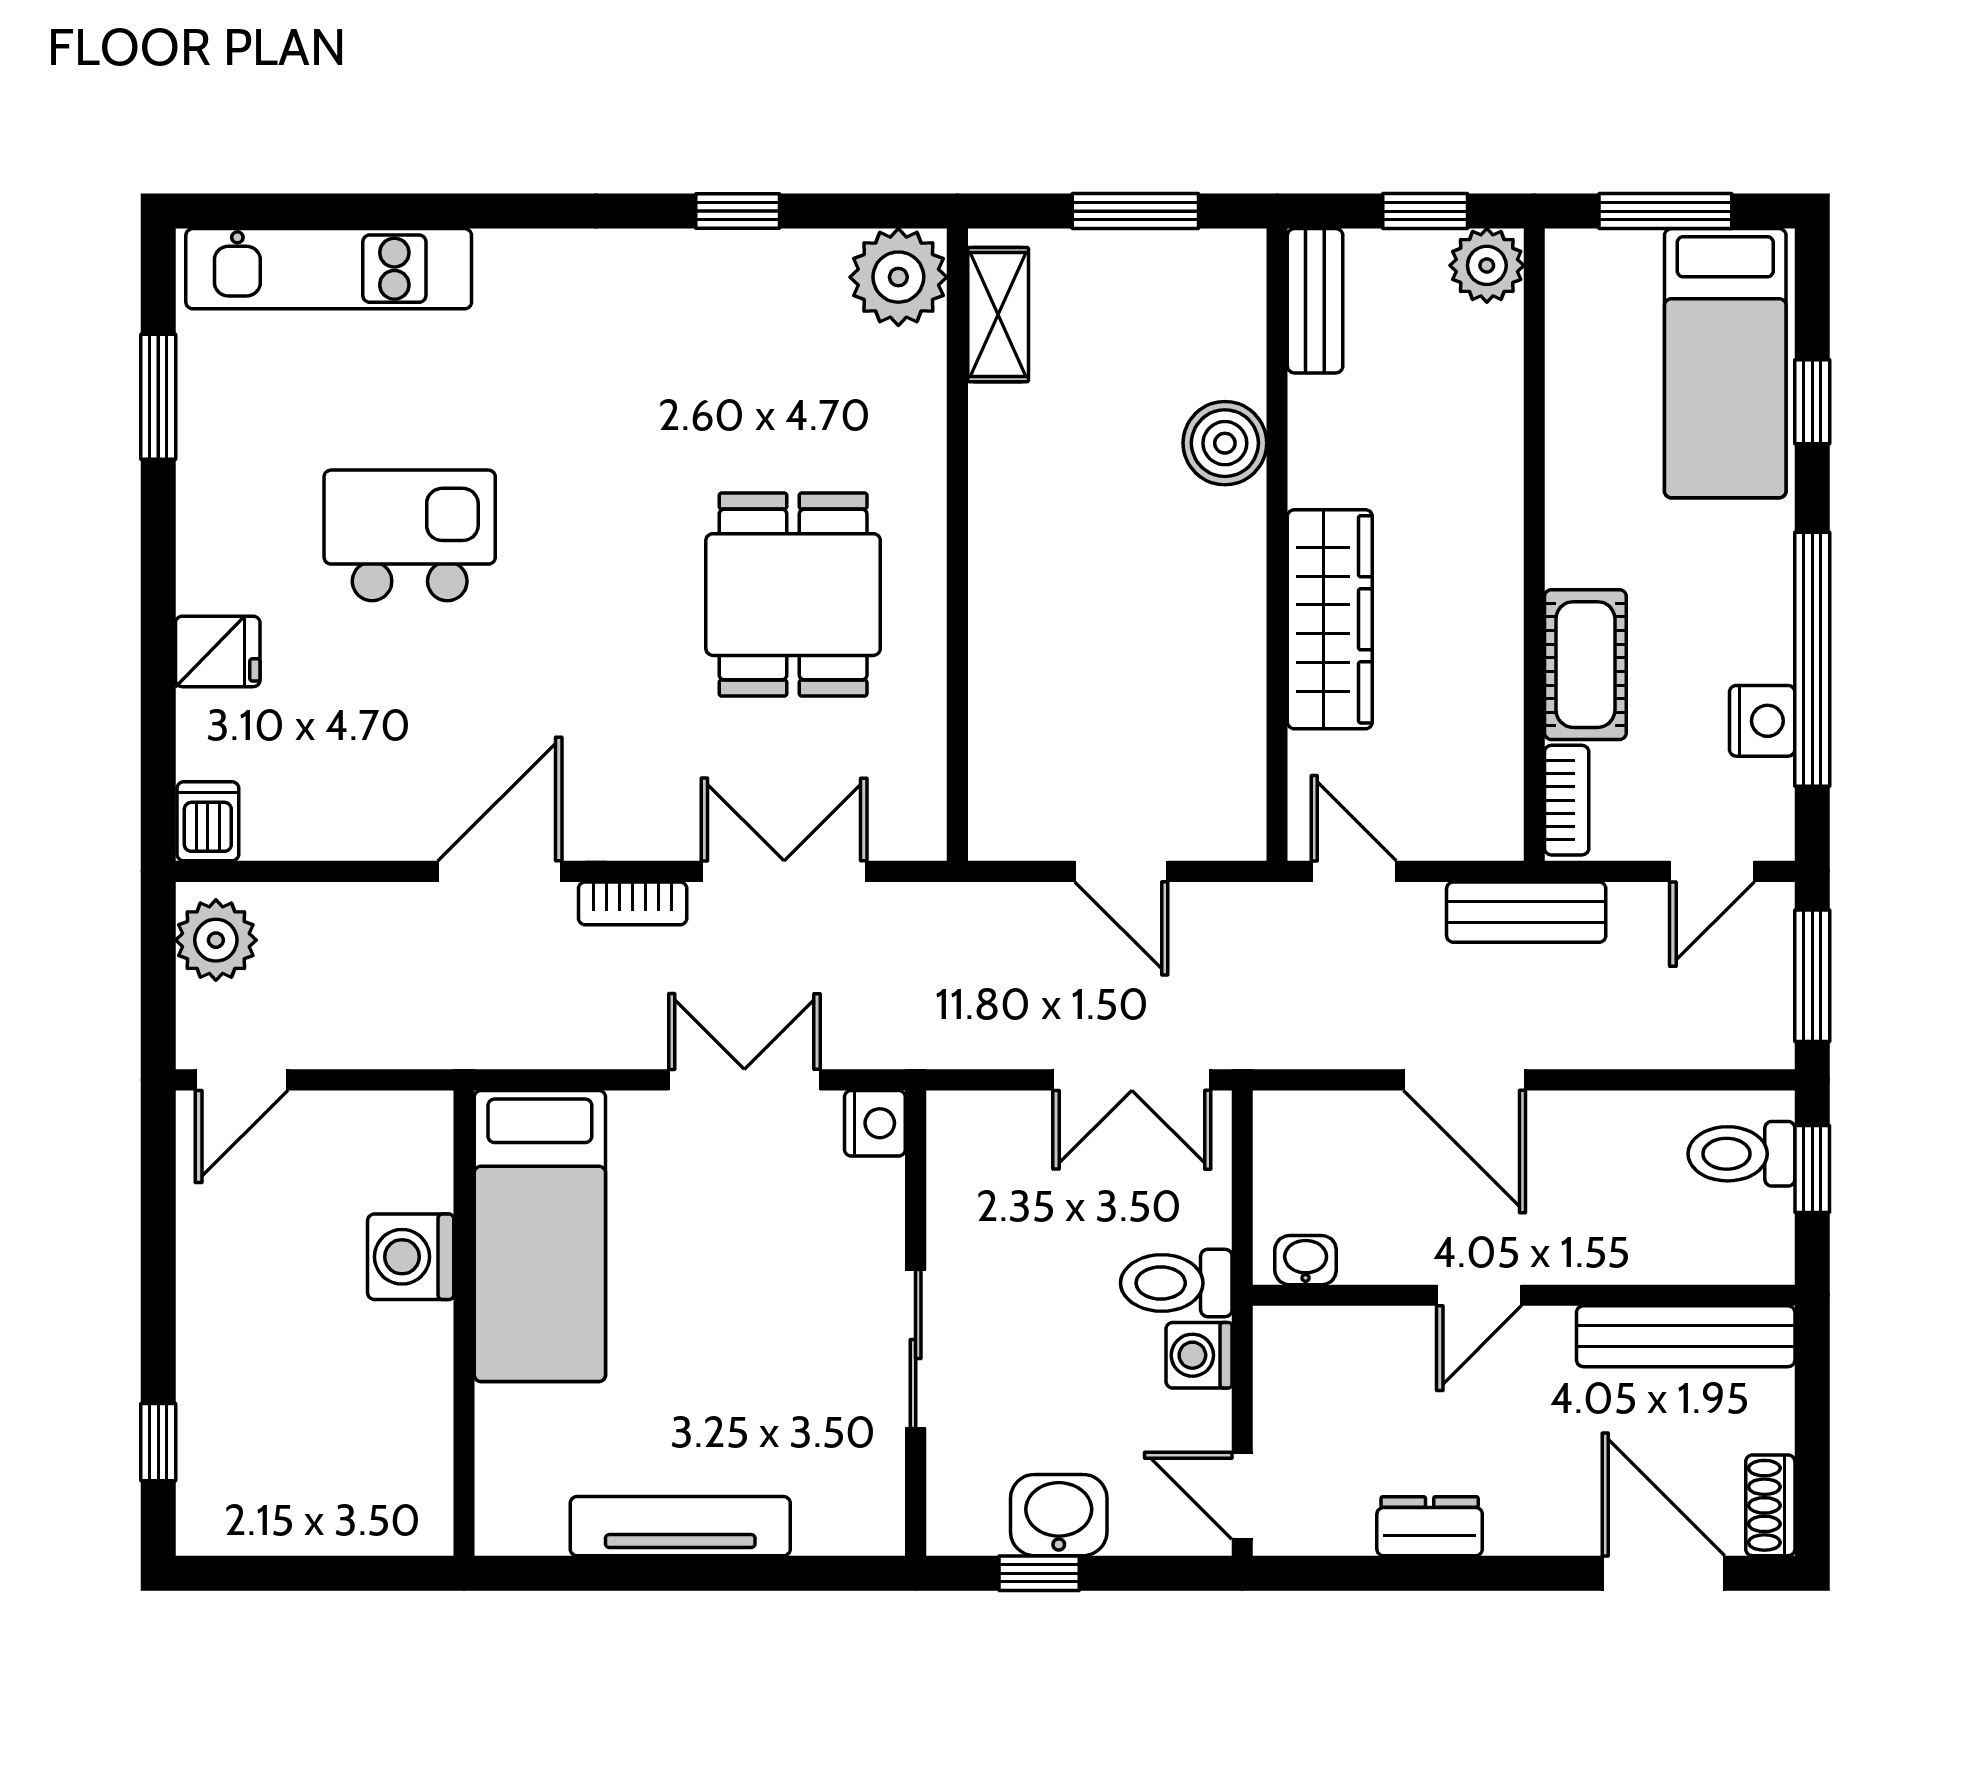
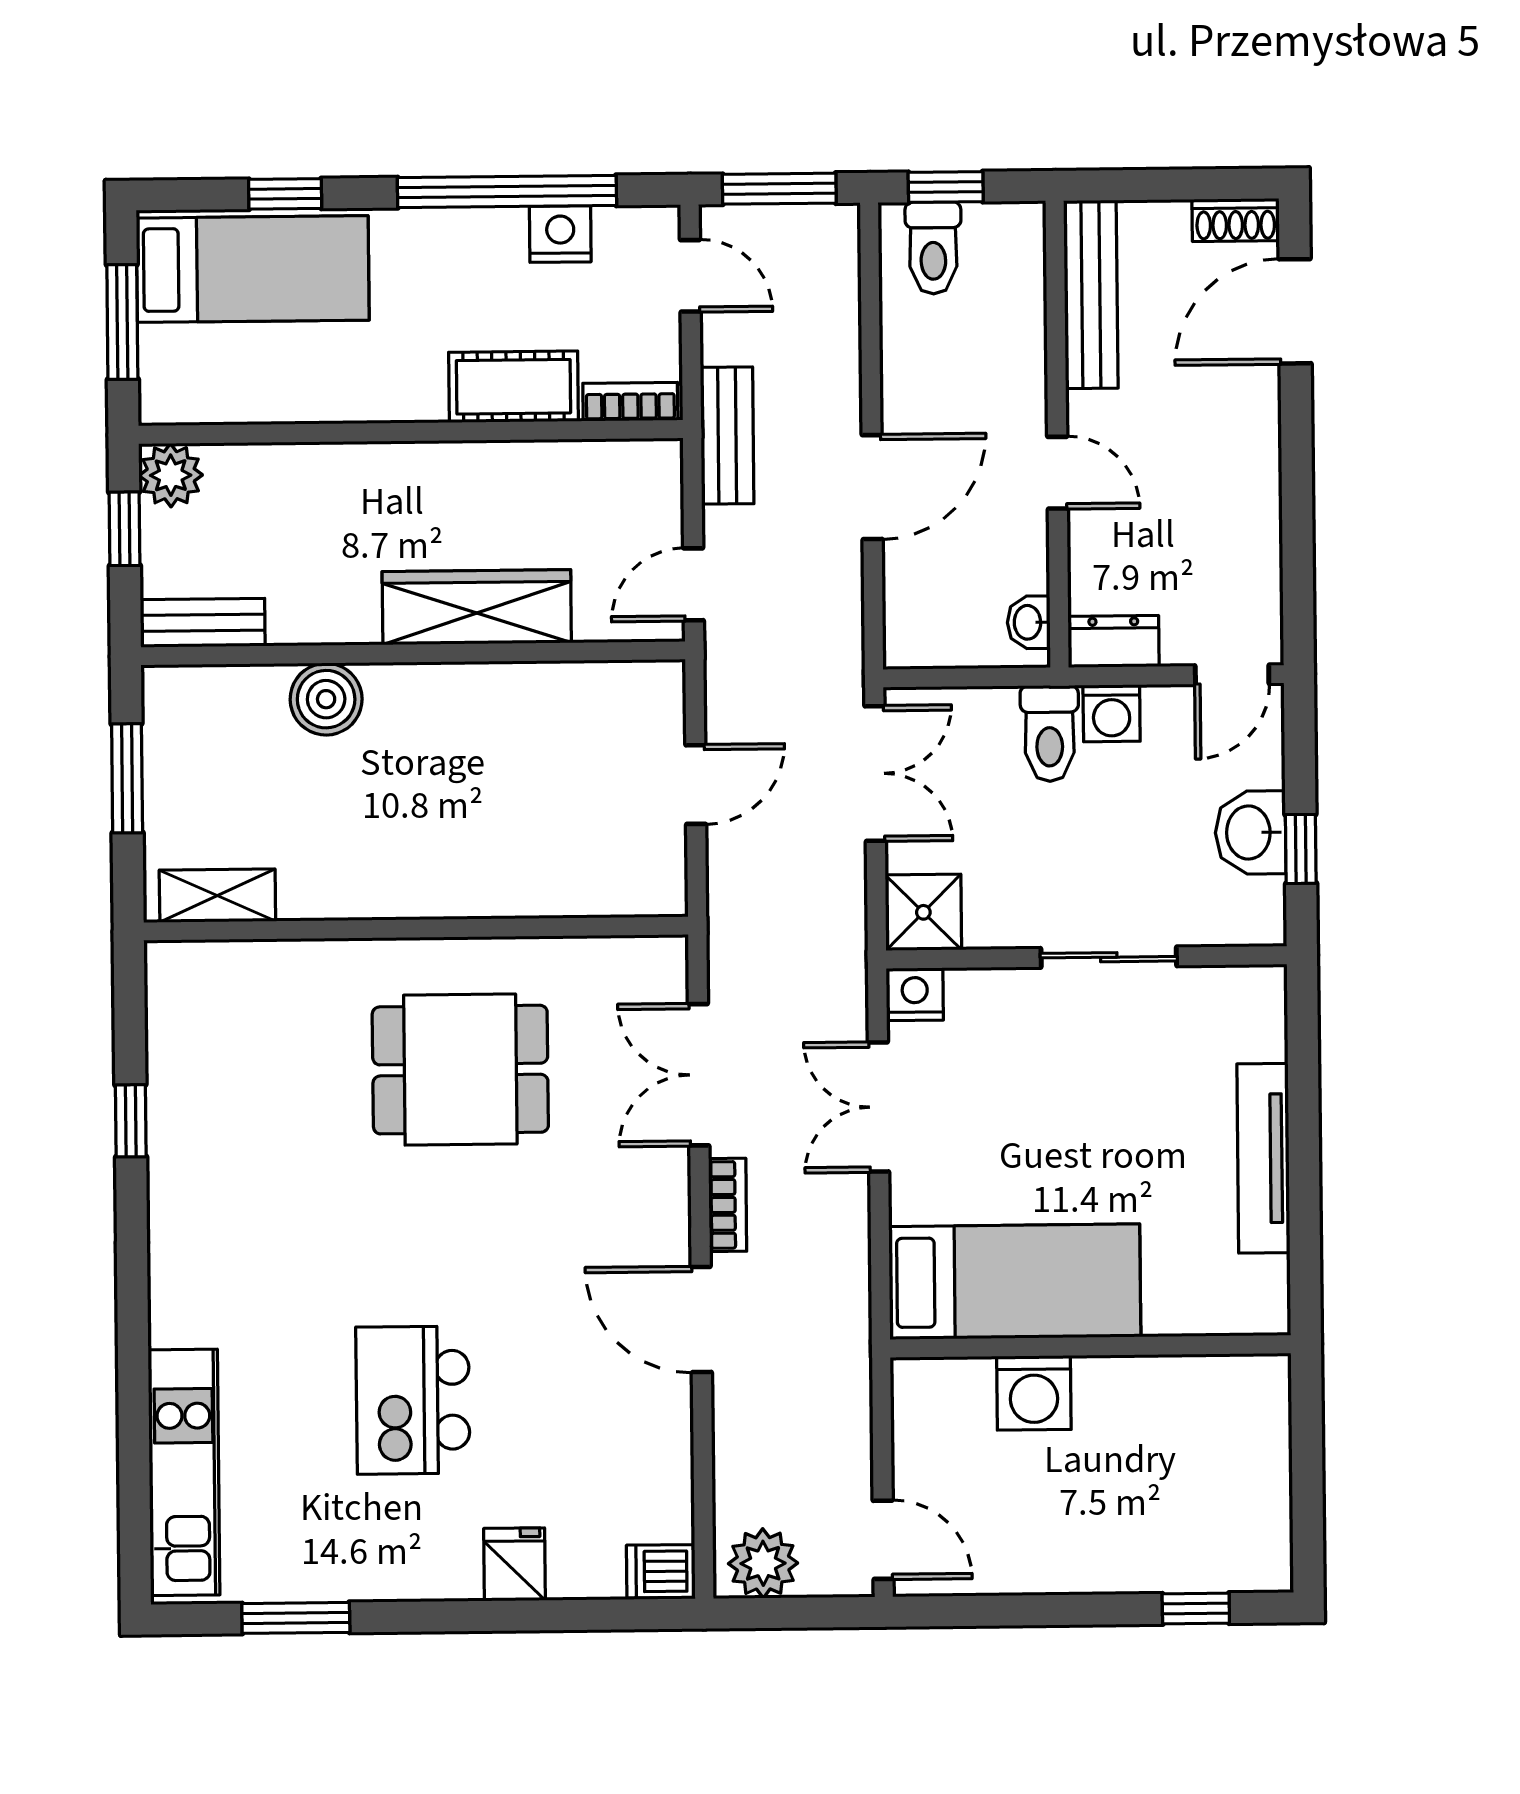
plant: (898, 277) -> (186, 982), removed
shower: (970, 1134) -> (923, 912), added
dresser: (1430, 1526) -> (1113, 641), moved, turned 90

